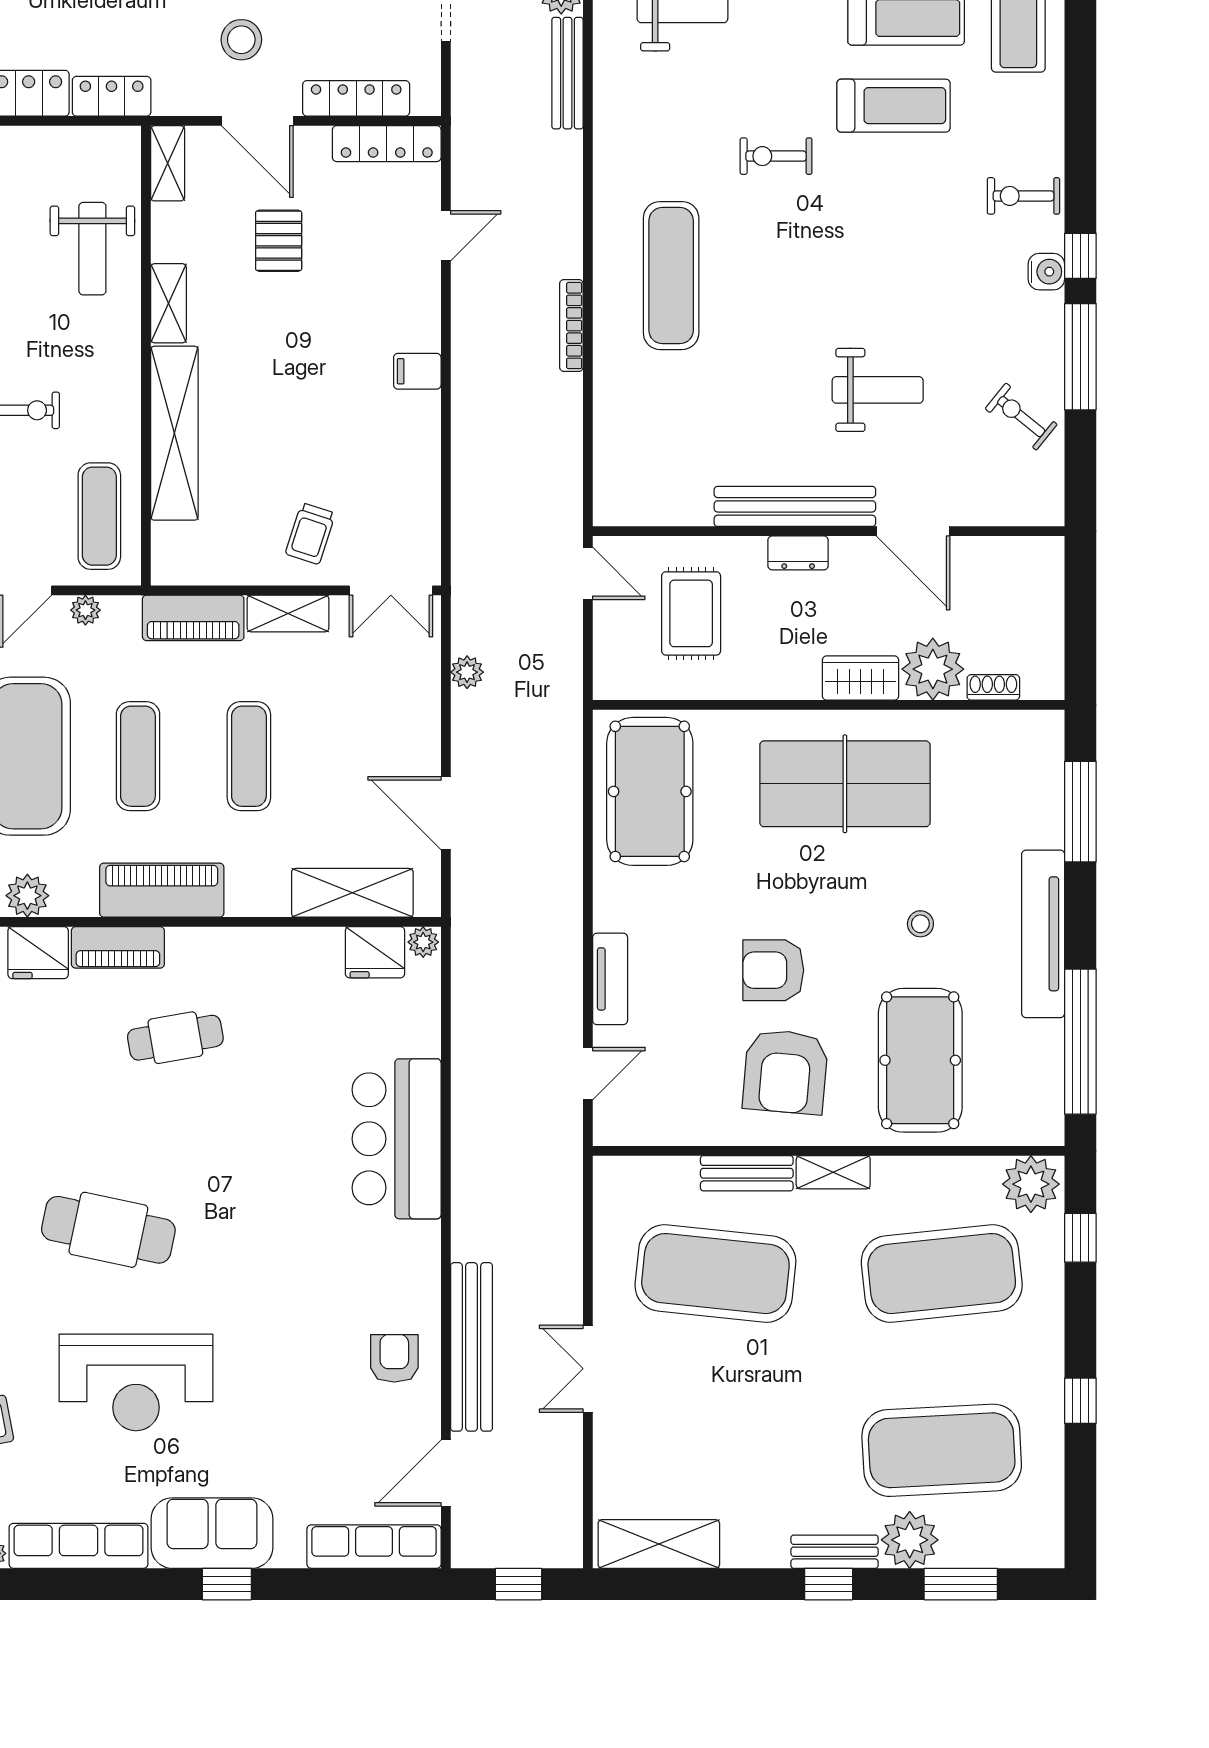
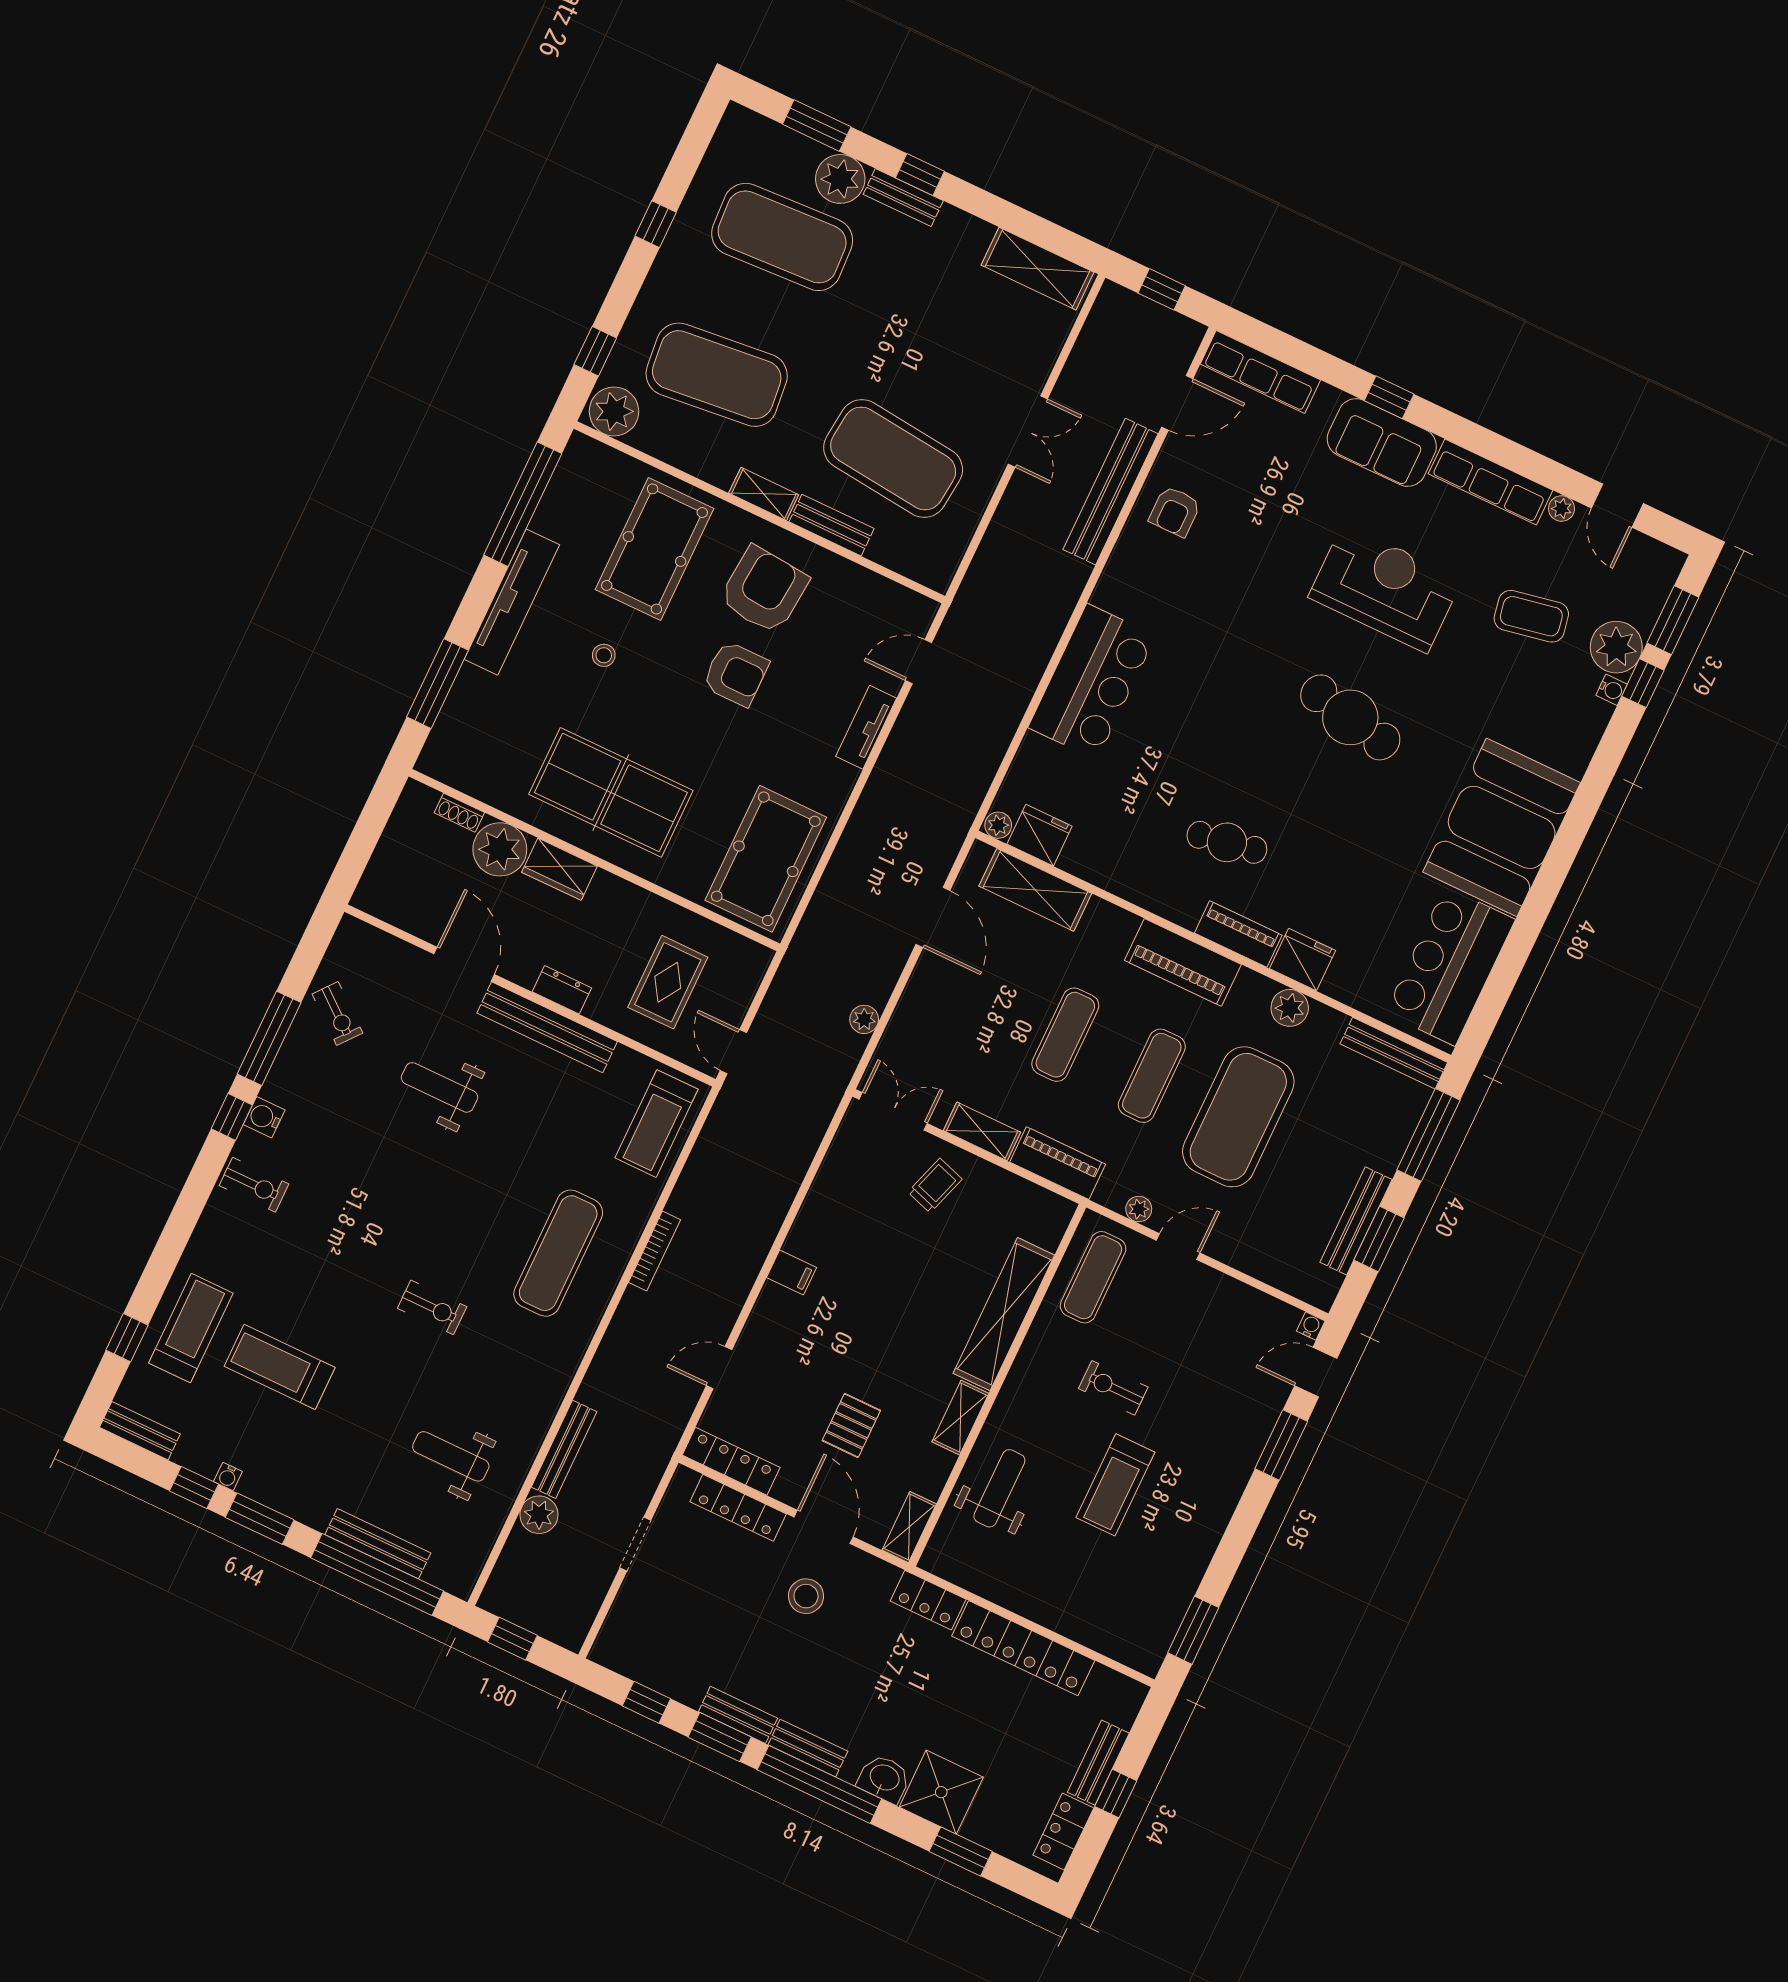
treadmill: (893, 106) -> (656, 1124), moved, turned -90

